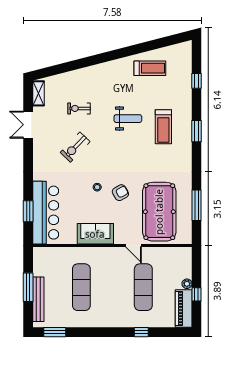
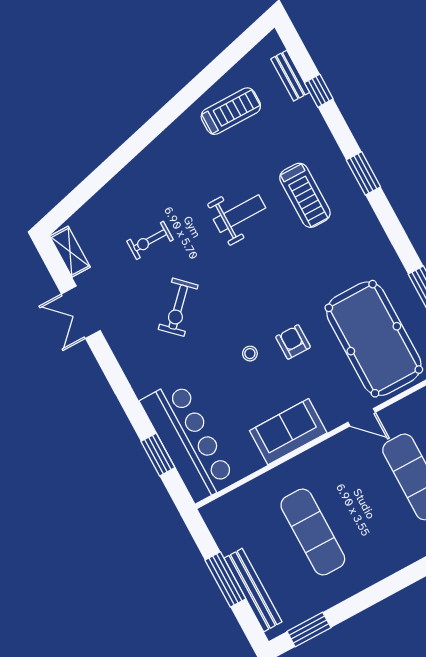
bench: (187, 67) -> (290, 76), added
armchair: (120, 193) -> (293, 342), turned -61

